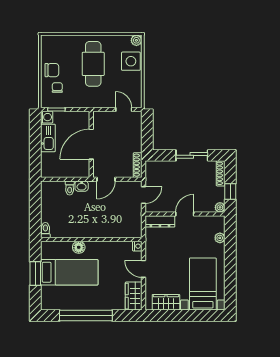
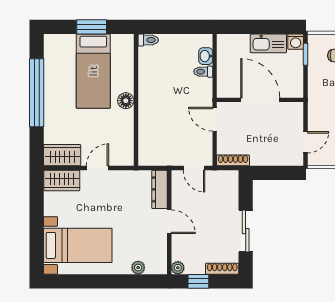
washbasin: (82, 186) -> (206, 56), moved
nightstand: (137, 246) -> (127, 160), removed
floor lamp: (79, 247) -> (126, 101), moved
wardrobe: (166, 302) -> (62, 180), moved, turned 90

